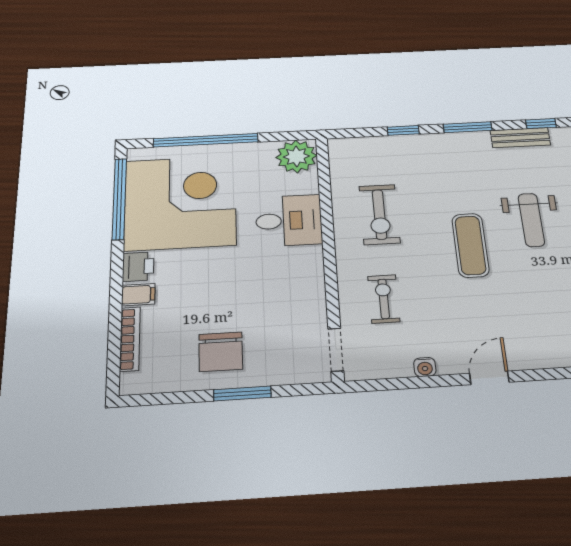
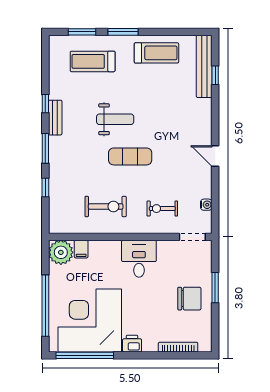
desk: (289, 221) -> (139, 259), moved
filing cabinet: (138, 295) -> (81, 249), moved, turned 180
water cooler: (425, 367) -> (206, 205), moved

